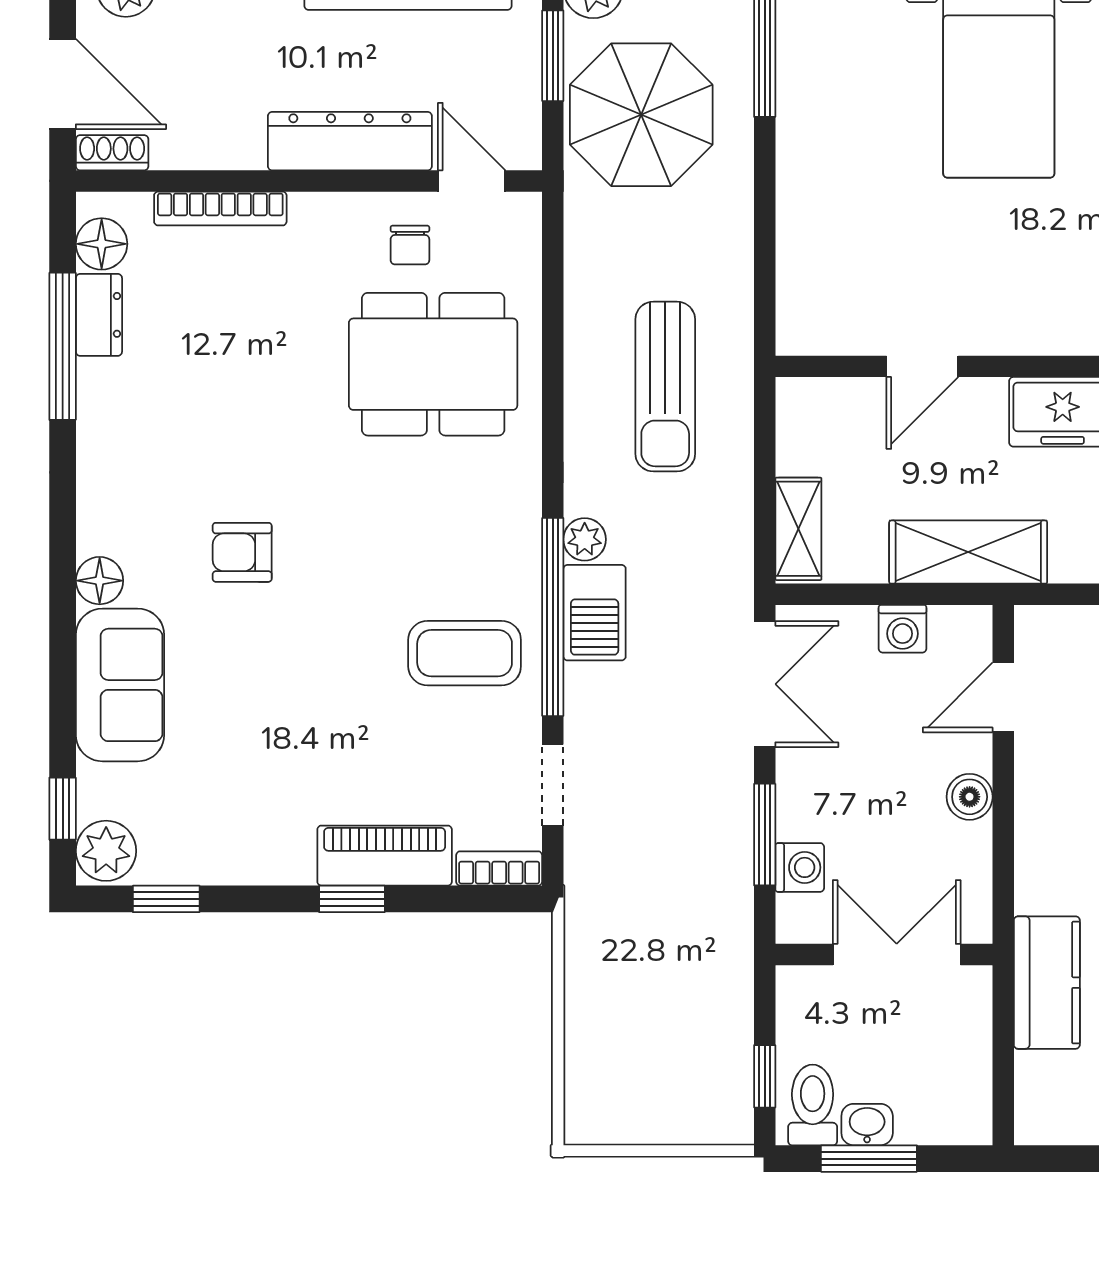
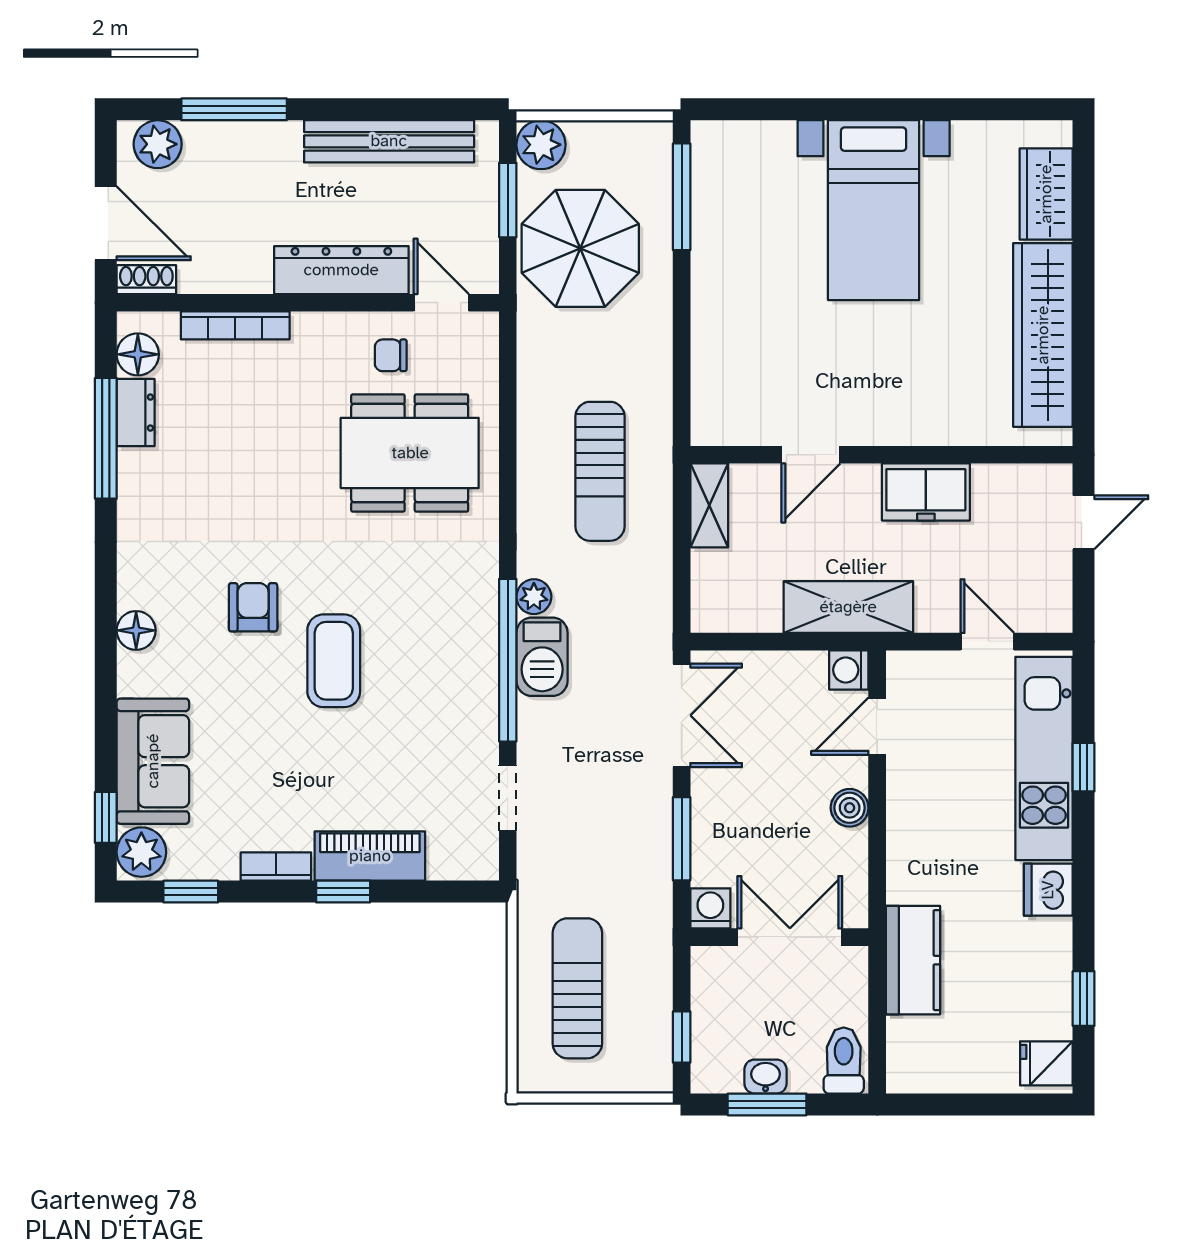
chair: (410, 245) -> (391, 355), turned 90
shelving: (798, 529) -> (709, 505), moved
armchair: (242, 552) -> (253, 607), turned 90
washing machine: (903, 629) -> (849, 670), moved, turned 90
coffee table: (465, 653) -> (334, 661), moved, turned 90
sofa: (120, 685) -> (153, 761), moved
washing machine: (800, 867) -> (710, 908), moved, turned -90
bookcase: (499, 868) -> (276, 867), moved
sun lounger: (638, 1017) -> (577, 988), added
toilet: (813, 1105) -> (844, 1060), moved

